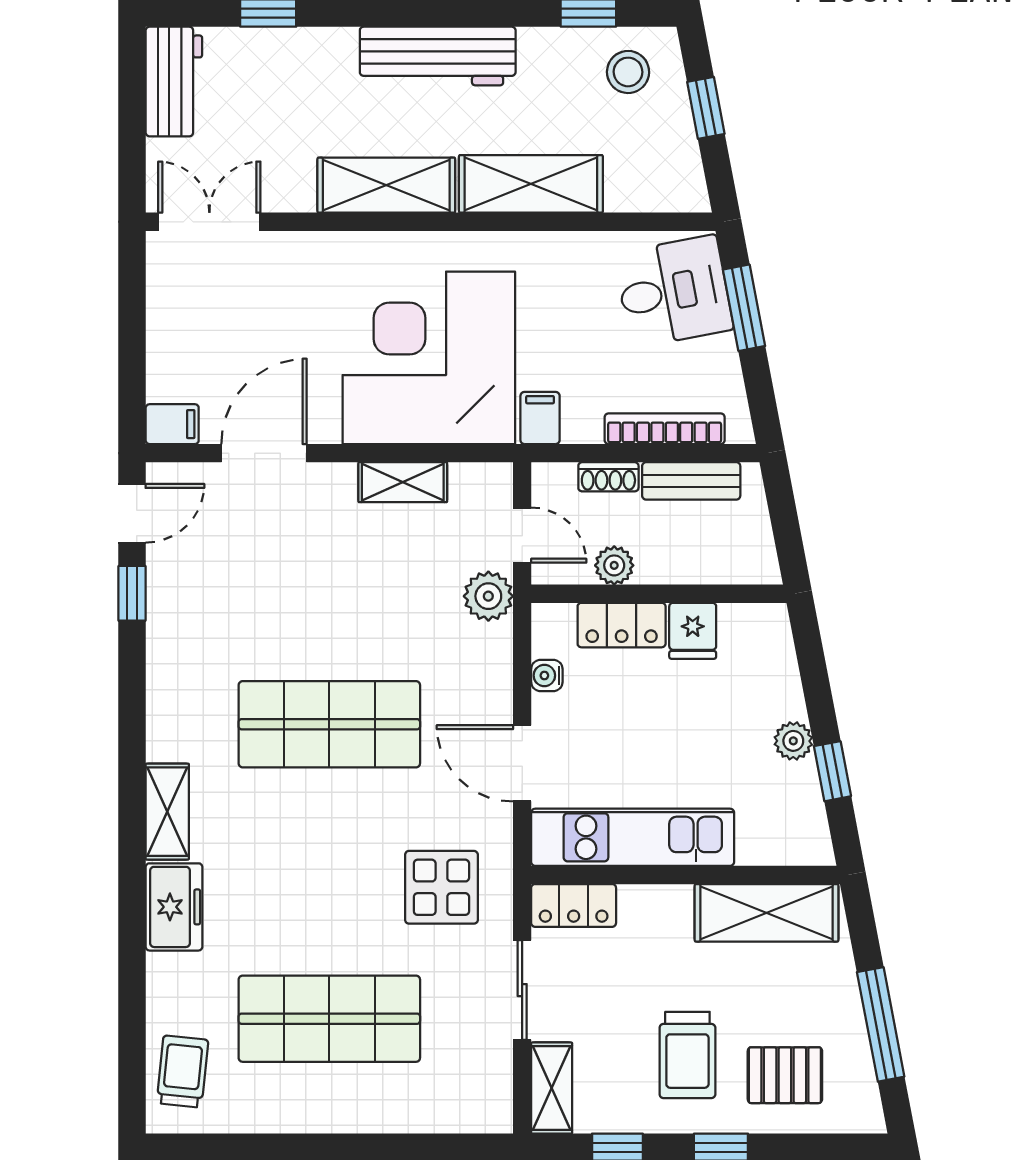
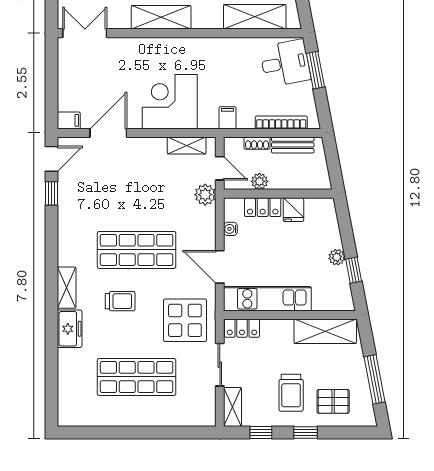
shelving: (531, 184) -> (255, 17), moved
corner desk: (429, 358) -> (170, 102), width x0.74, depth x0.74
shelving: (403, 482) -> (187, 145), moved
display table: (441, 887) -> (185, 320), width x1.36, depth x1.36
trolley: (182, 1072) -> (120, 301), moved, turned 84

